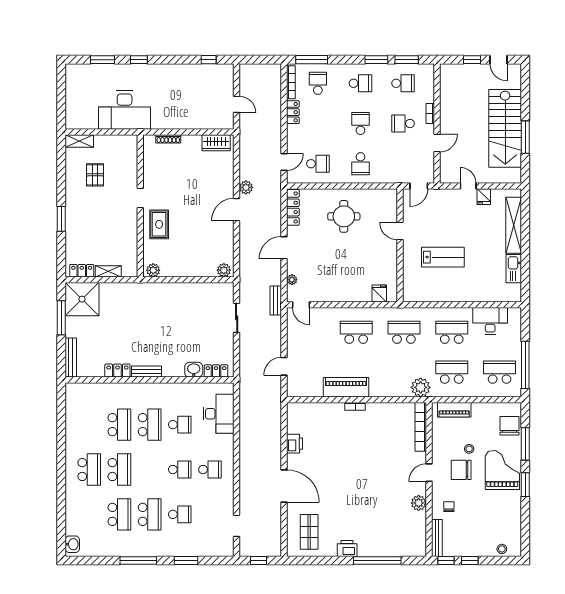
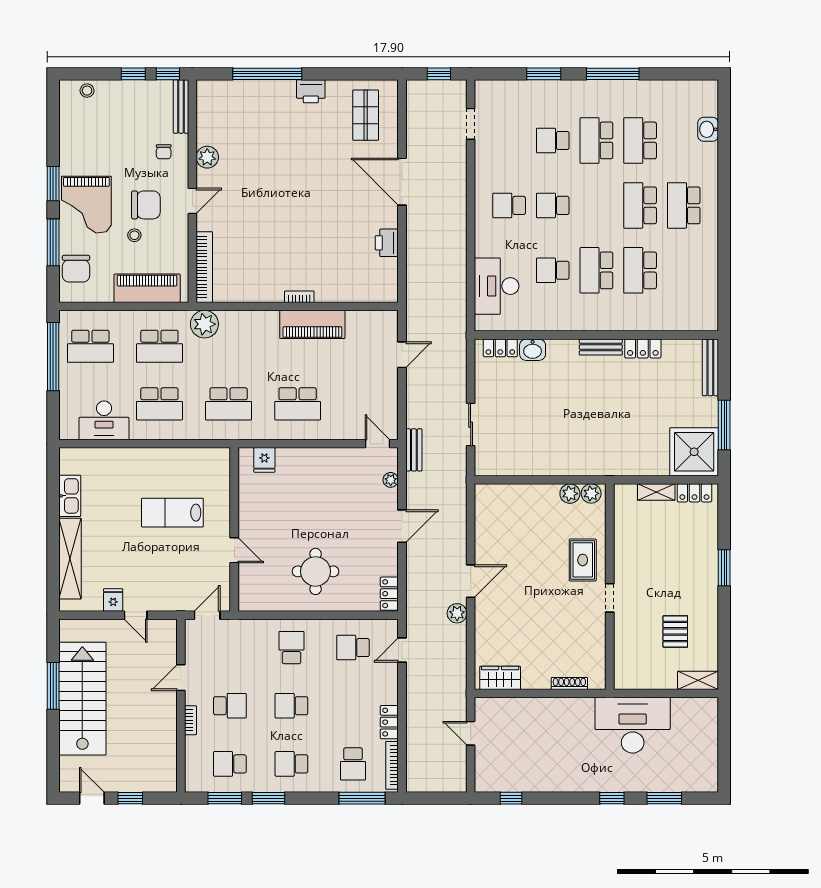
school desk: (360, 123) -> (291, 706), turned 90
locker: (293, 207) -> (389, 594), width x0.66
plant: (224, 270) -> (570, 494), moved
piano: (454, 410) -> (147, 288), width x1.37, depth x1.33
washbasin: (72, 544) -> (708, 129), moved

